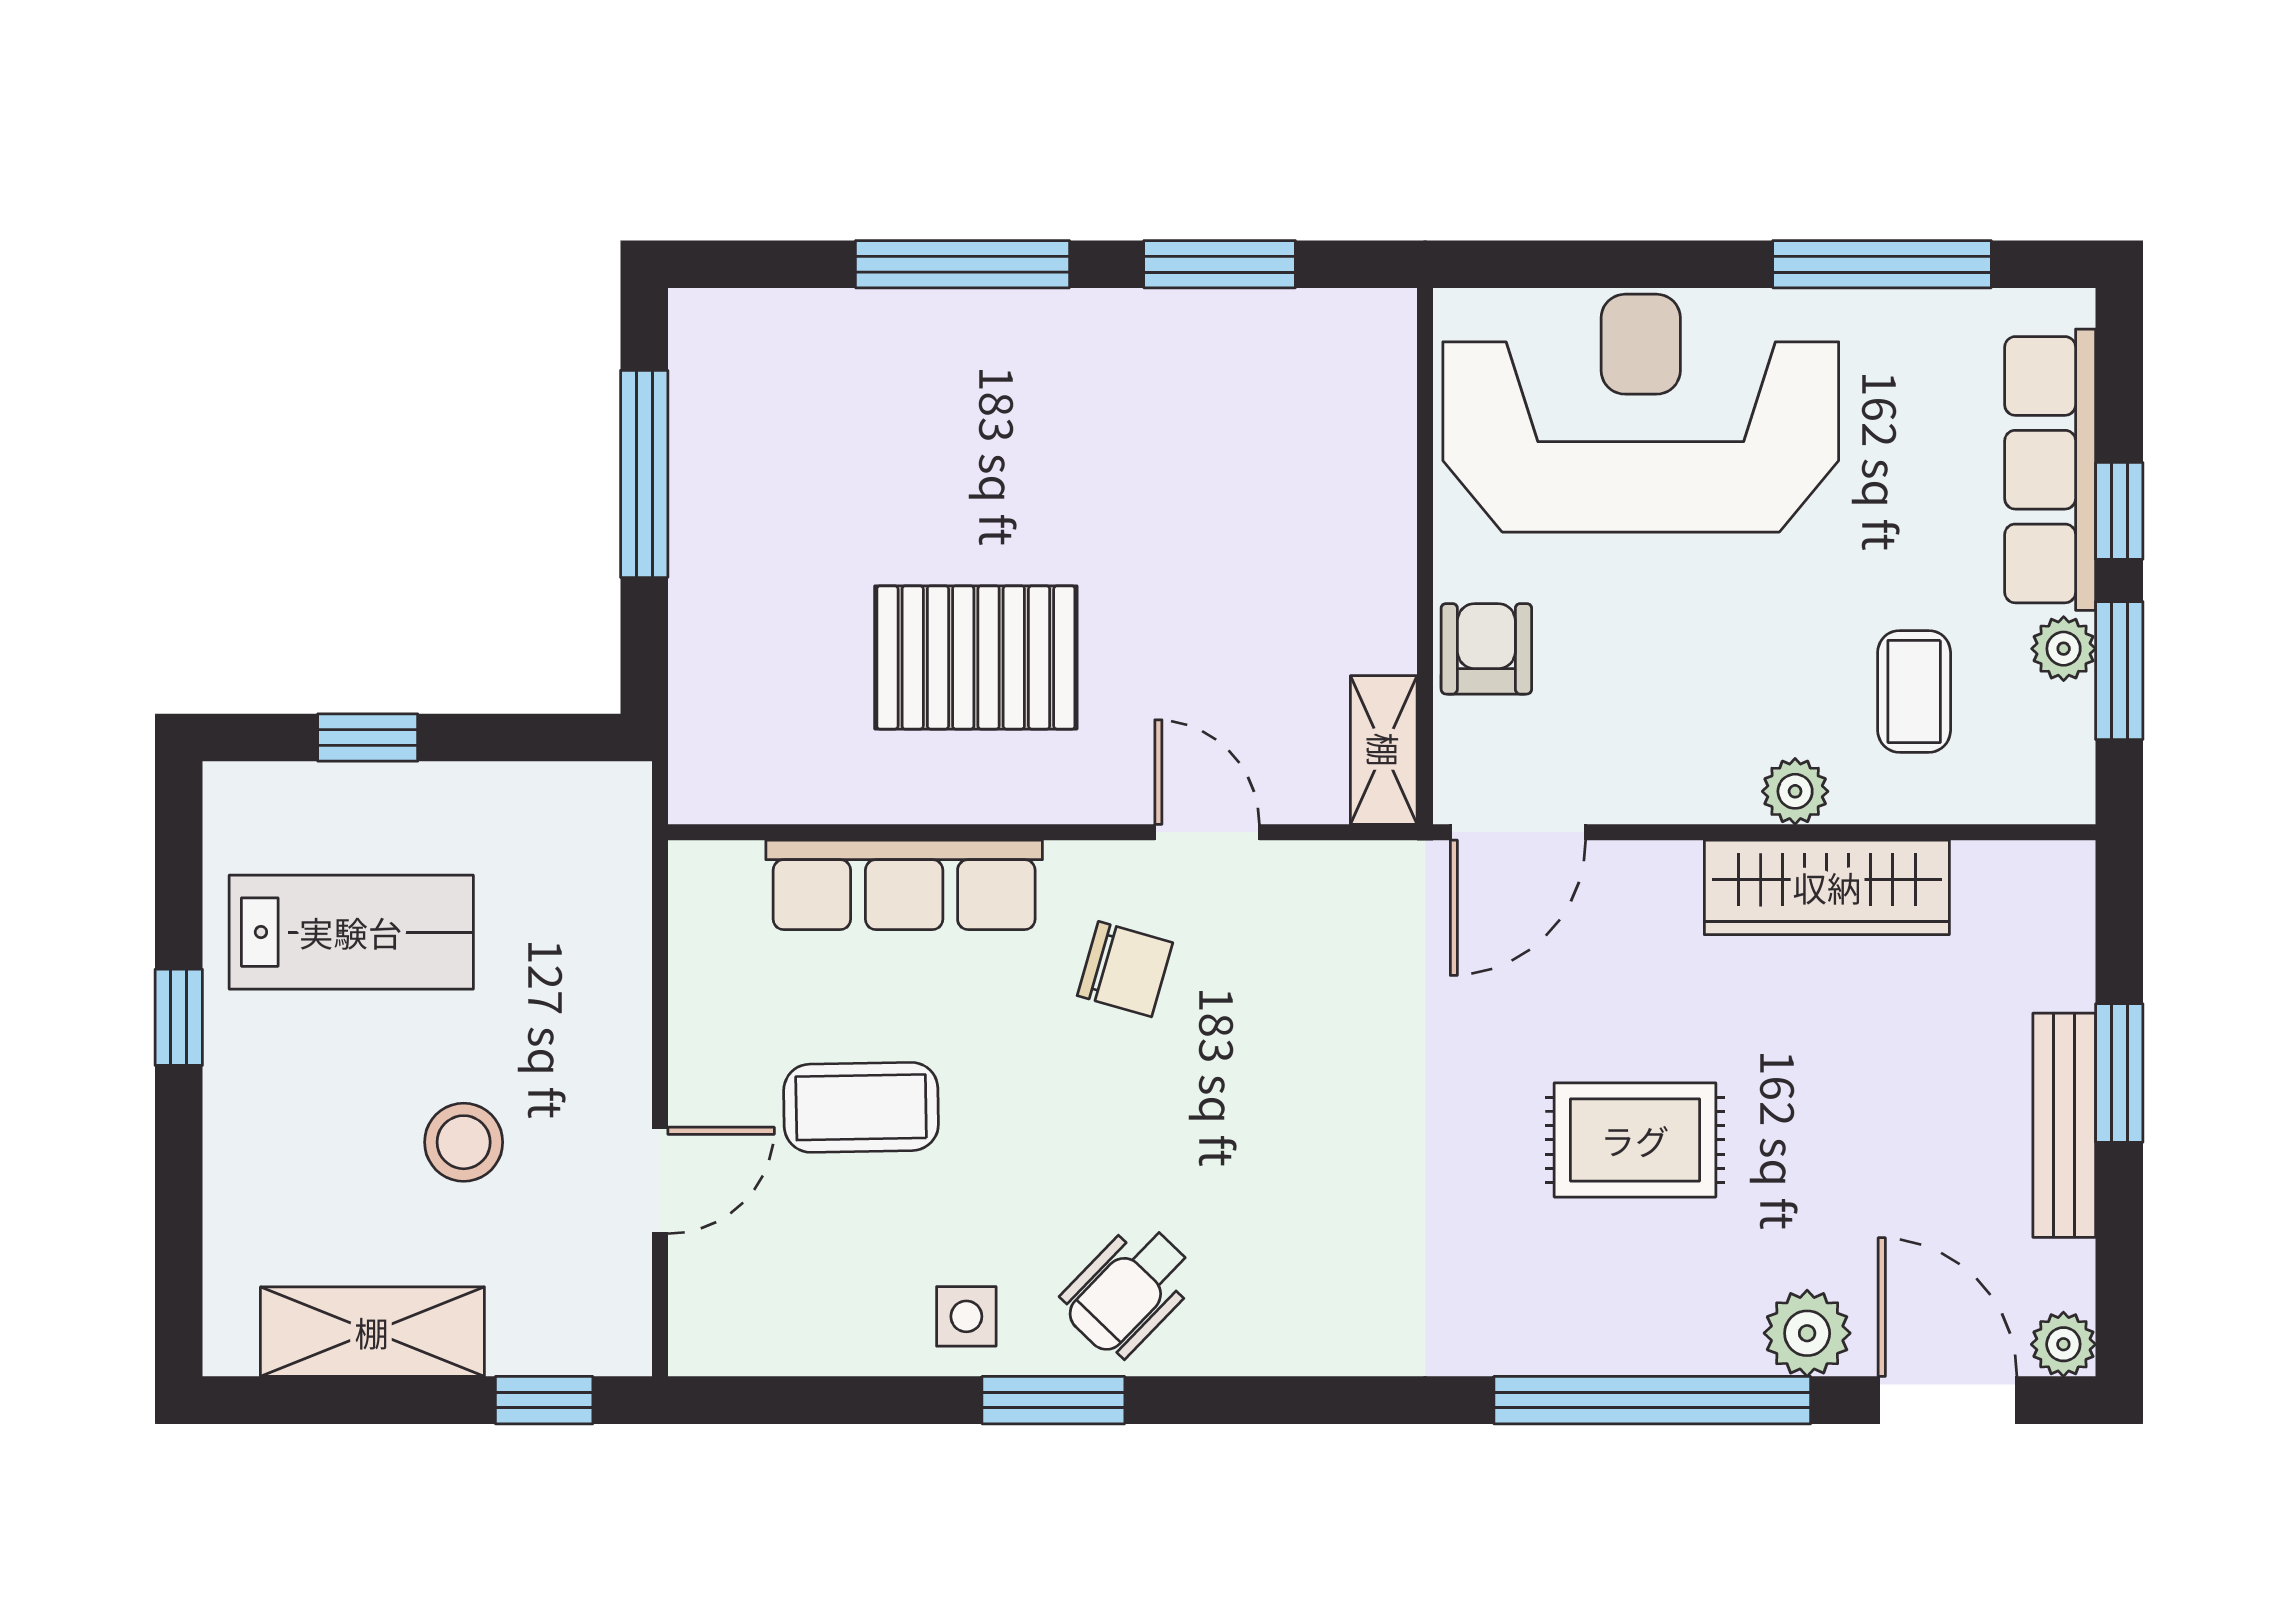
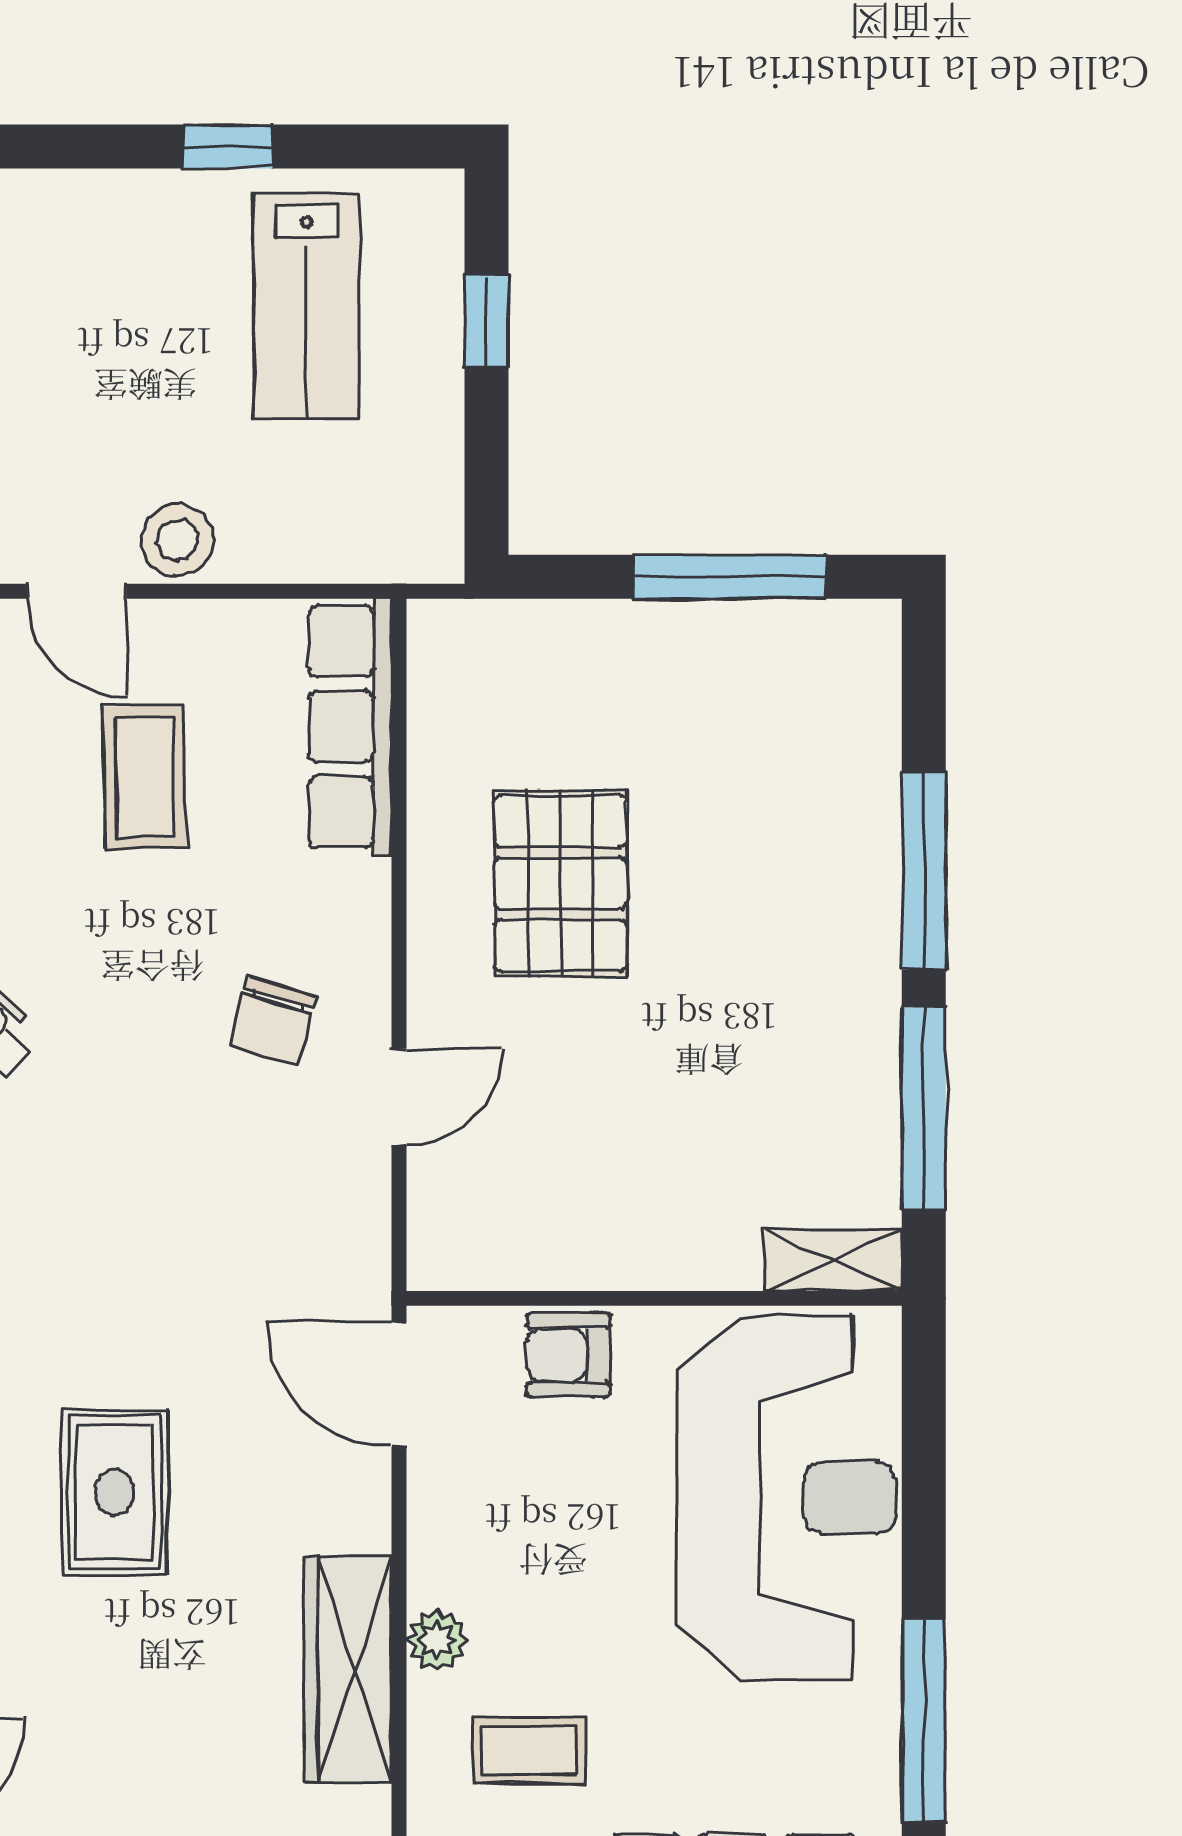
window: (1220, 264) -> (924, 1108), width x1.44
armchair: (1486, 649) -> (568, 1355), turned 180
shelving: (1384, 750) -> (833, 1260), moved
row of seats: (904, 885) -> (350, 726), moved
stool: (464, 1142) -> (177, 540), moved

